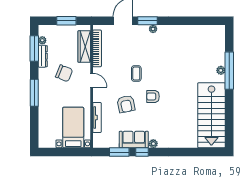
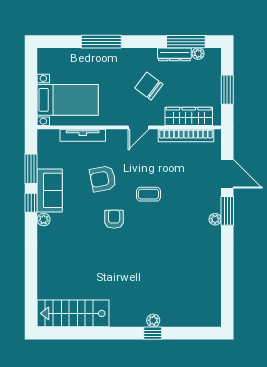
window: (229, 71) -> (153, 333), width x0.32
chair: (64, 73) -> (149, 86), turned 105
window: (34, 93) -> (101, 42), moved
stairs: (211, 115) -> (73, 313), width x0.73, depth x0.66

